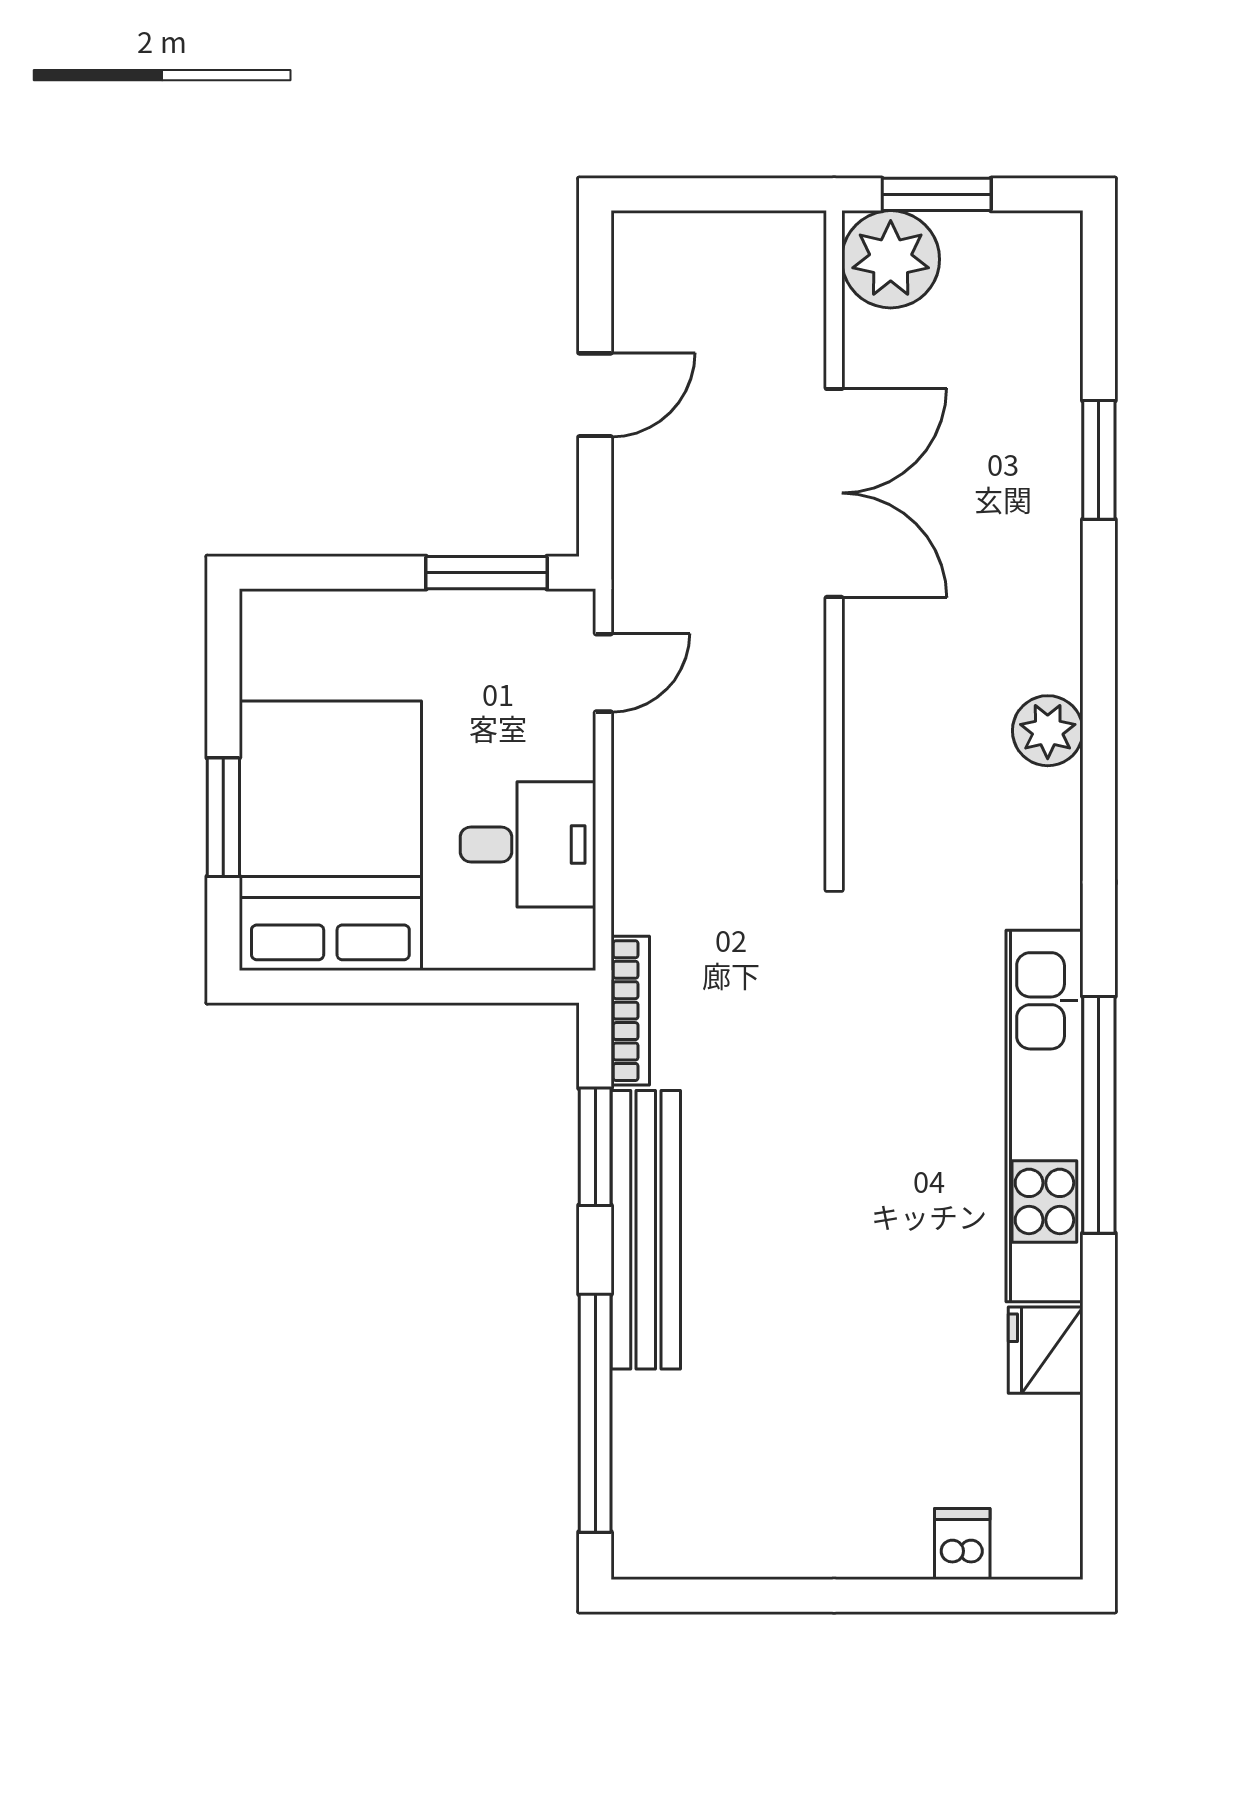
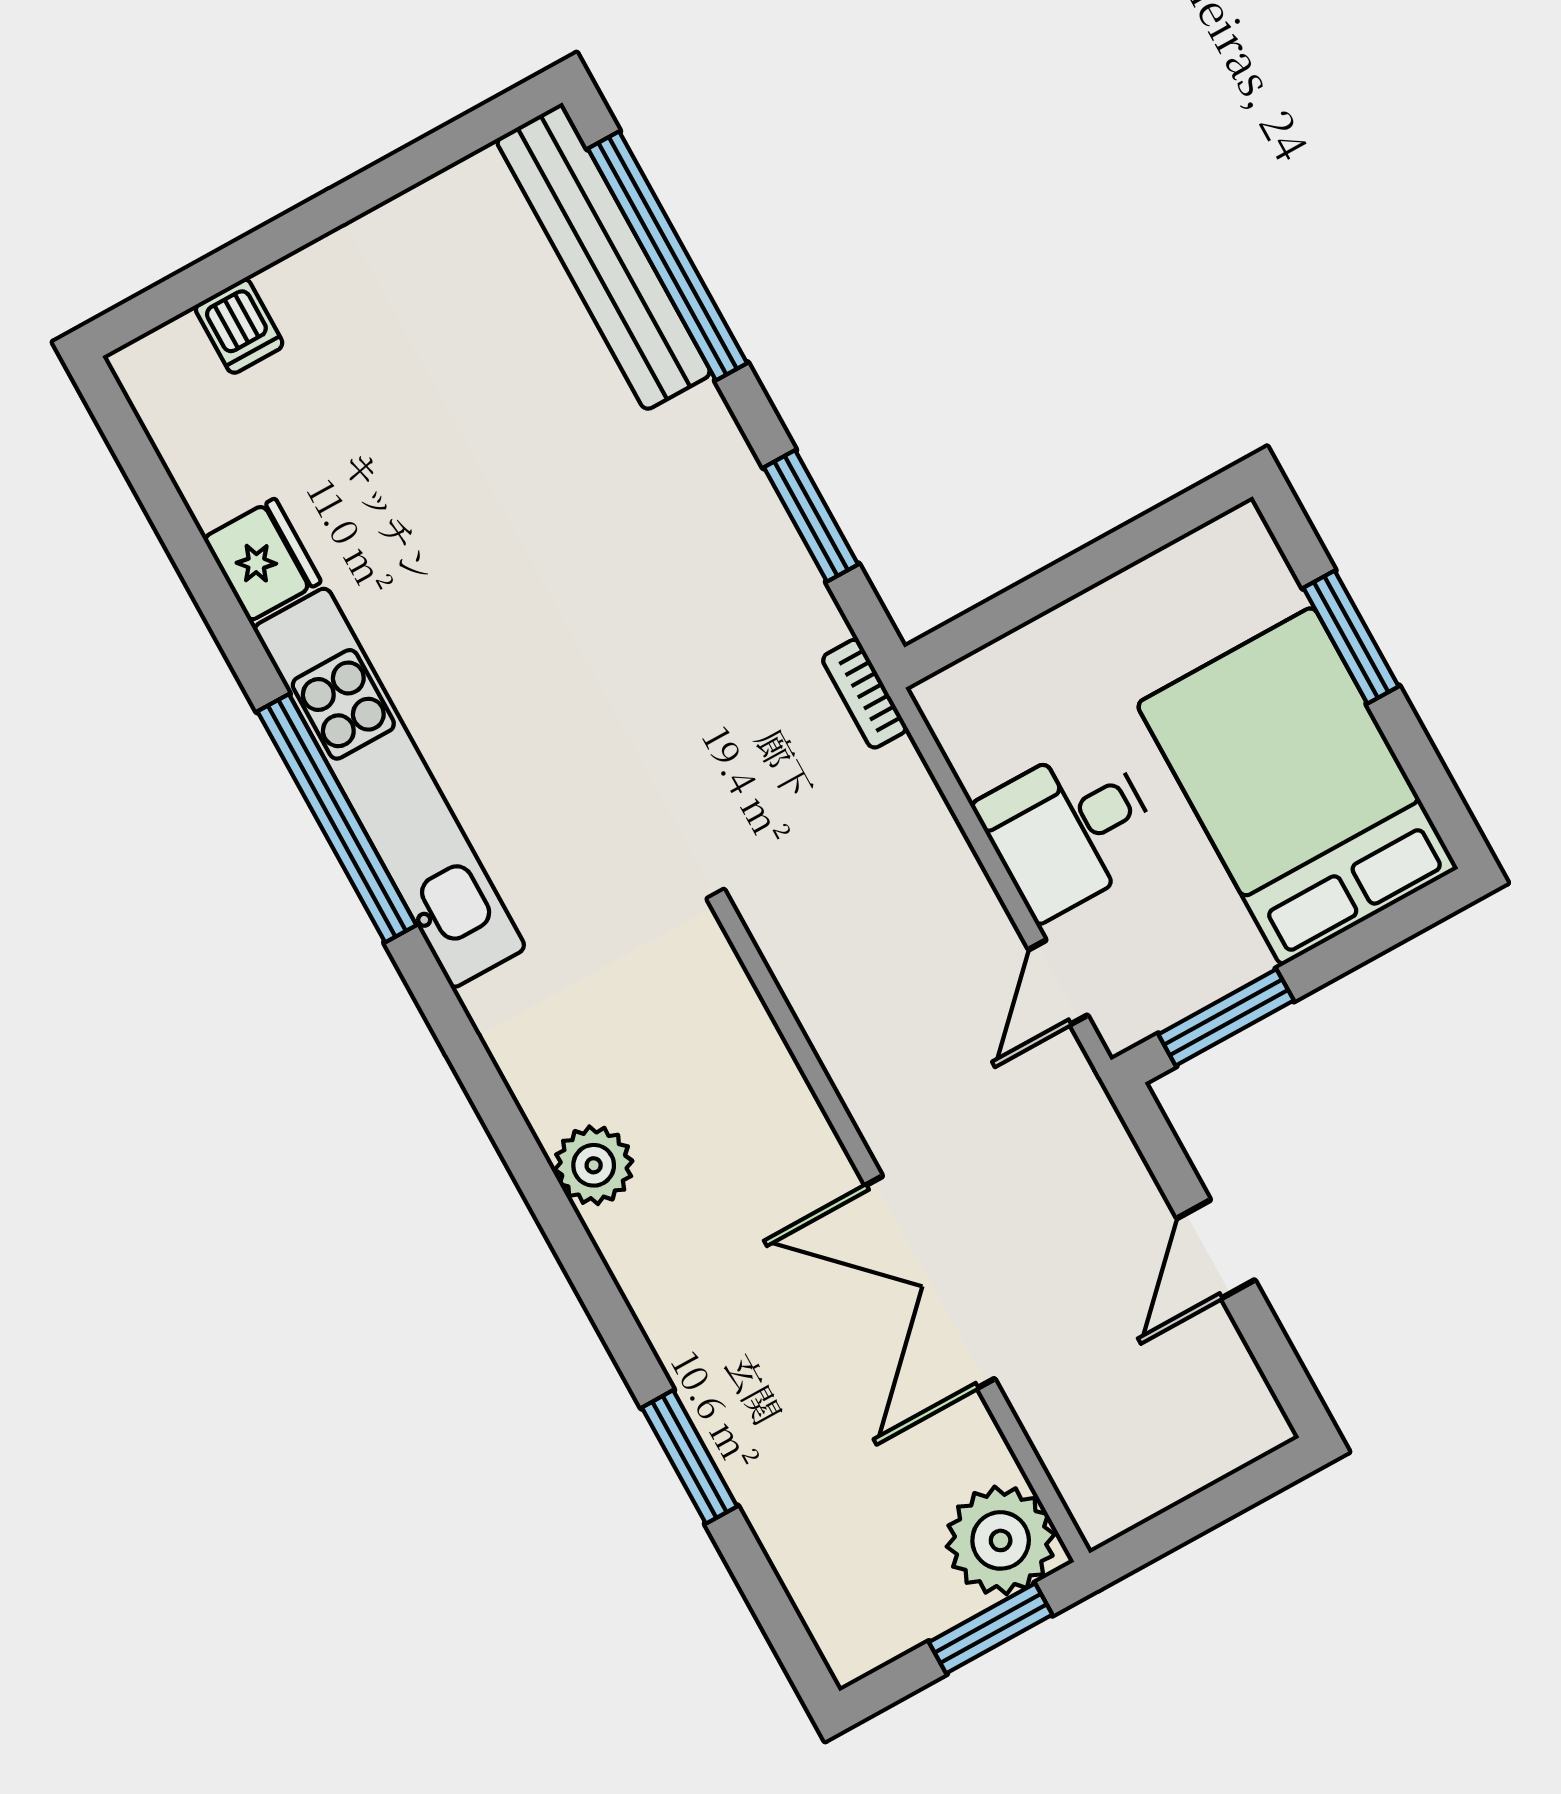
bed: (330, 836) -> (1297, 786), moved, turned 180
desk: (528, 844) -> (1069, 829), moved
bookcase: (630, 1011) -> (865, 694), width x0.64
bench: (646, 1230) -> (604, 257), moved

